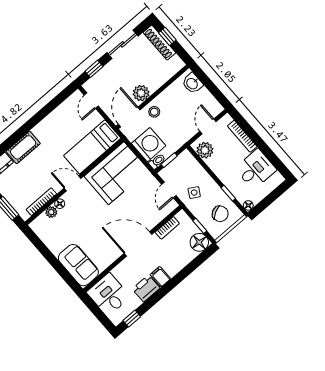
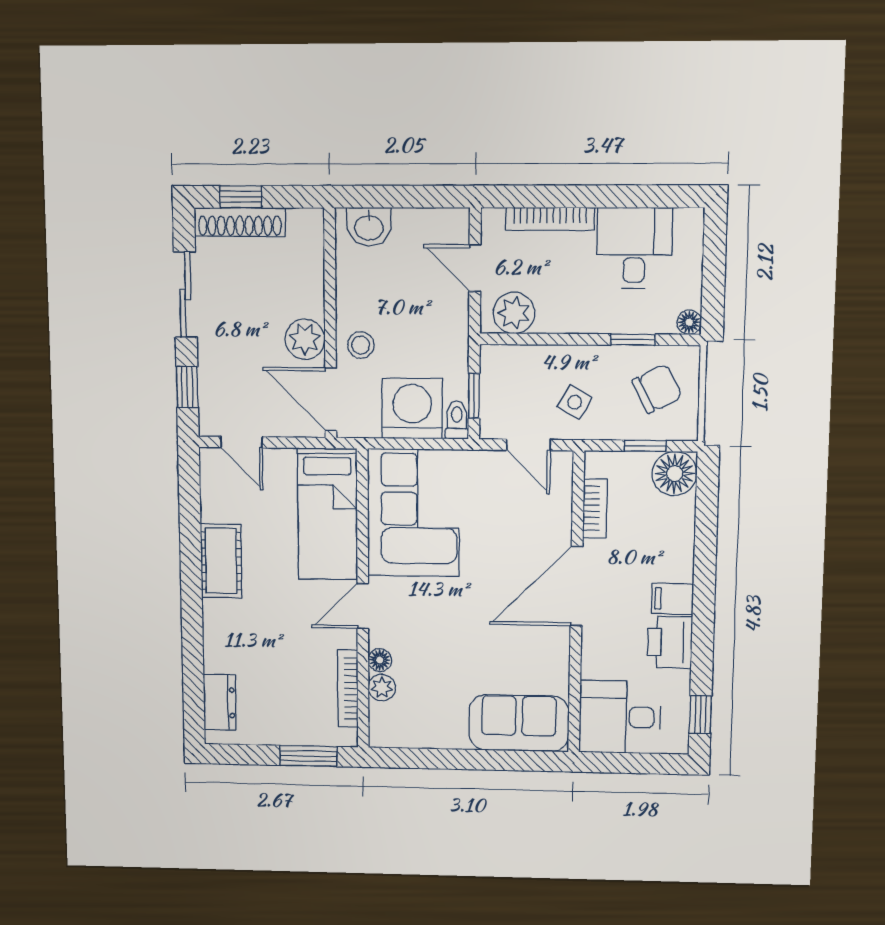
cot: (23, 147) -> (221, 561), moved

